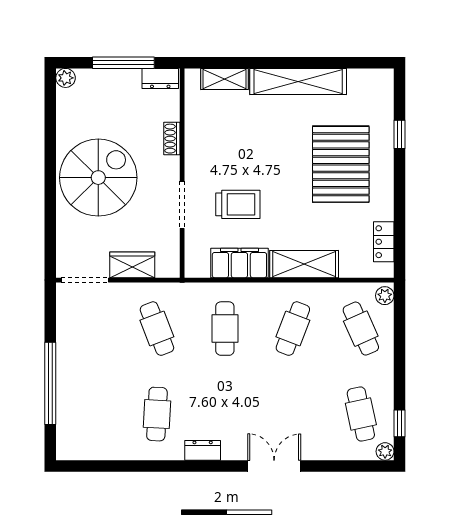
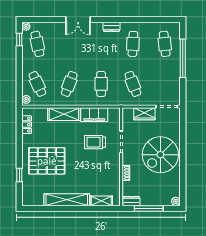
pallet: (341, 164) -> (47, 161), turned 90
cafe table: (89, 414) -> (165, 44), added

